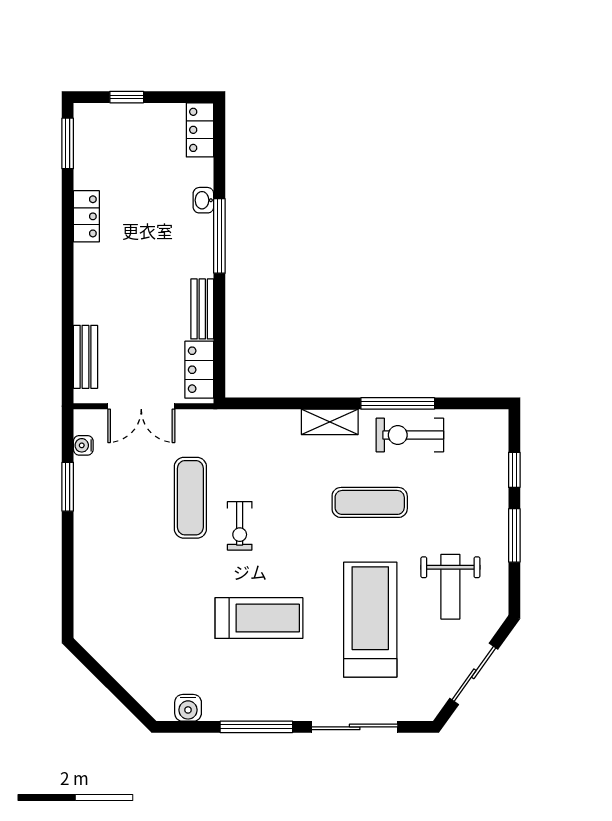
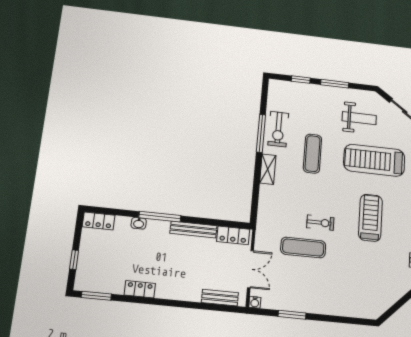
bench: (202, 309) -> (193, 230), width x1.36
water cooler: (83, 445) -> (255, 302), moved

